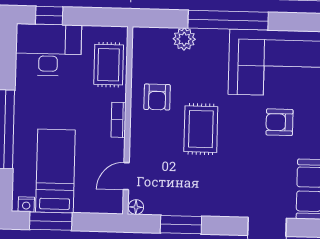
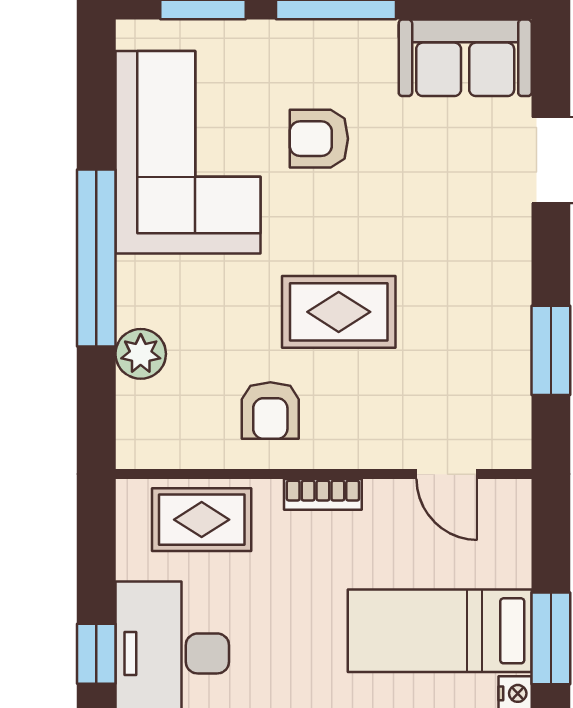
armchair: (157, 97) -> (270, 411), turned 90
armchair: (279, 122) -> (319, 139), turned 90
floor lamp: (136, 207) -> (515, 451), removed

